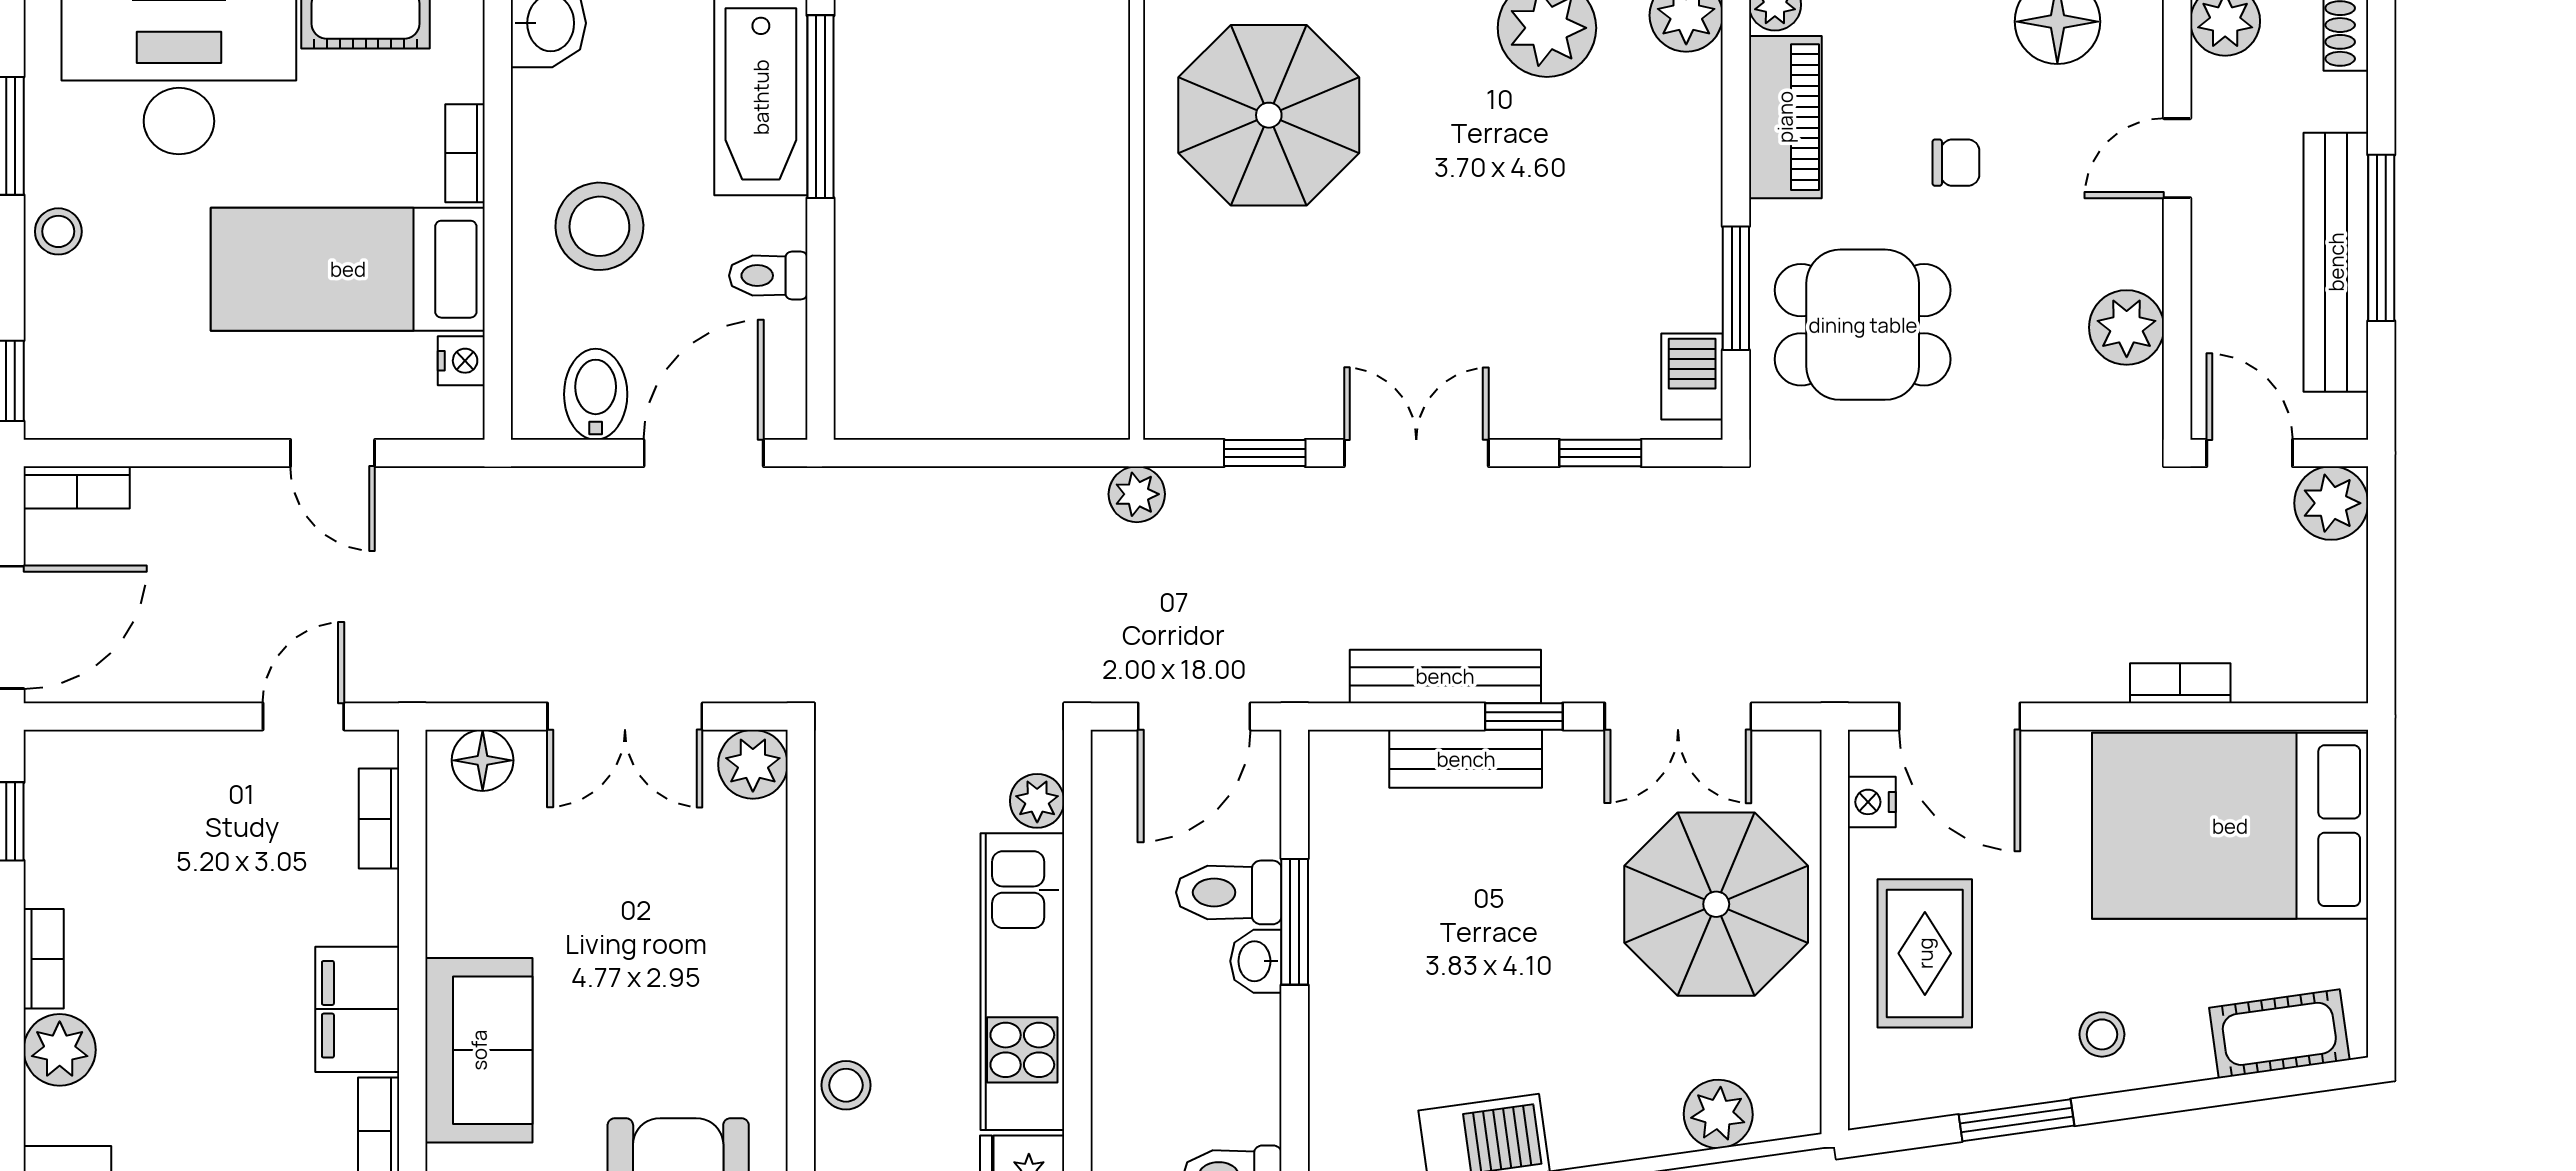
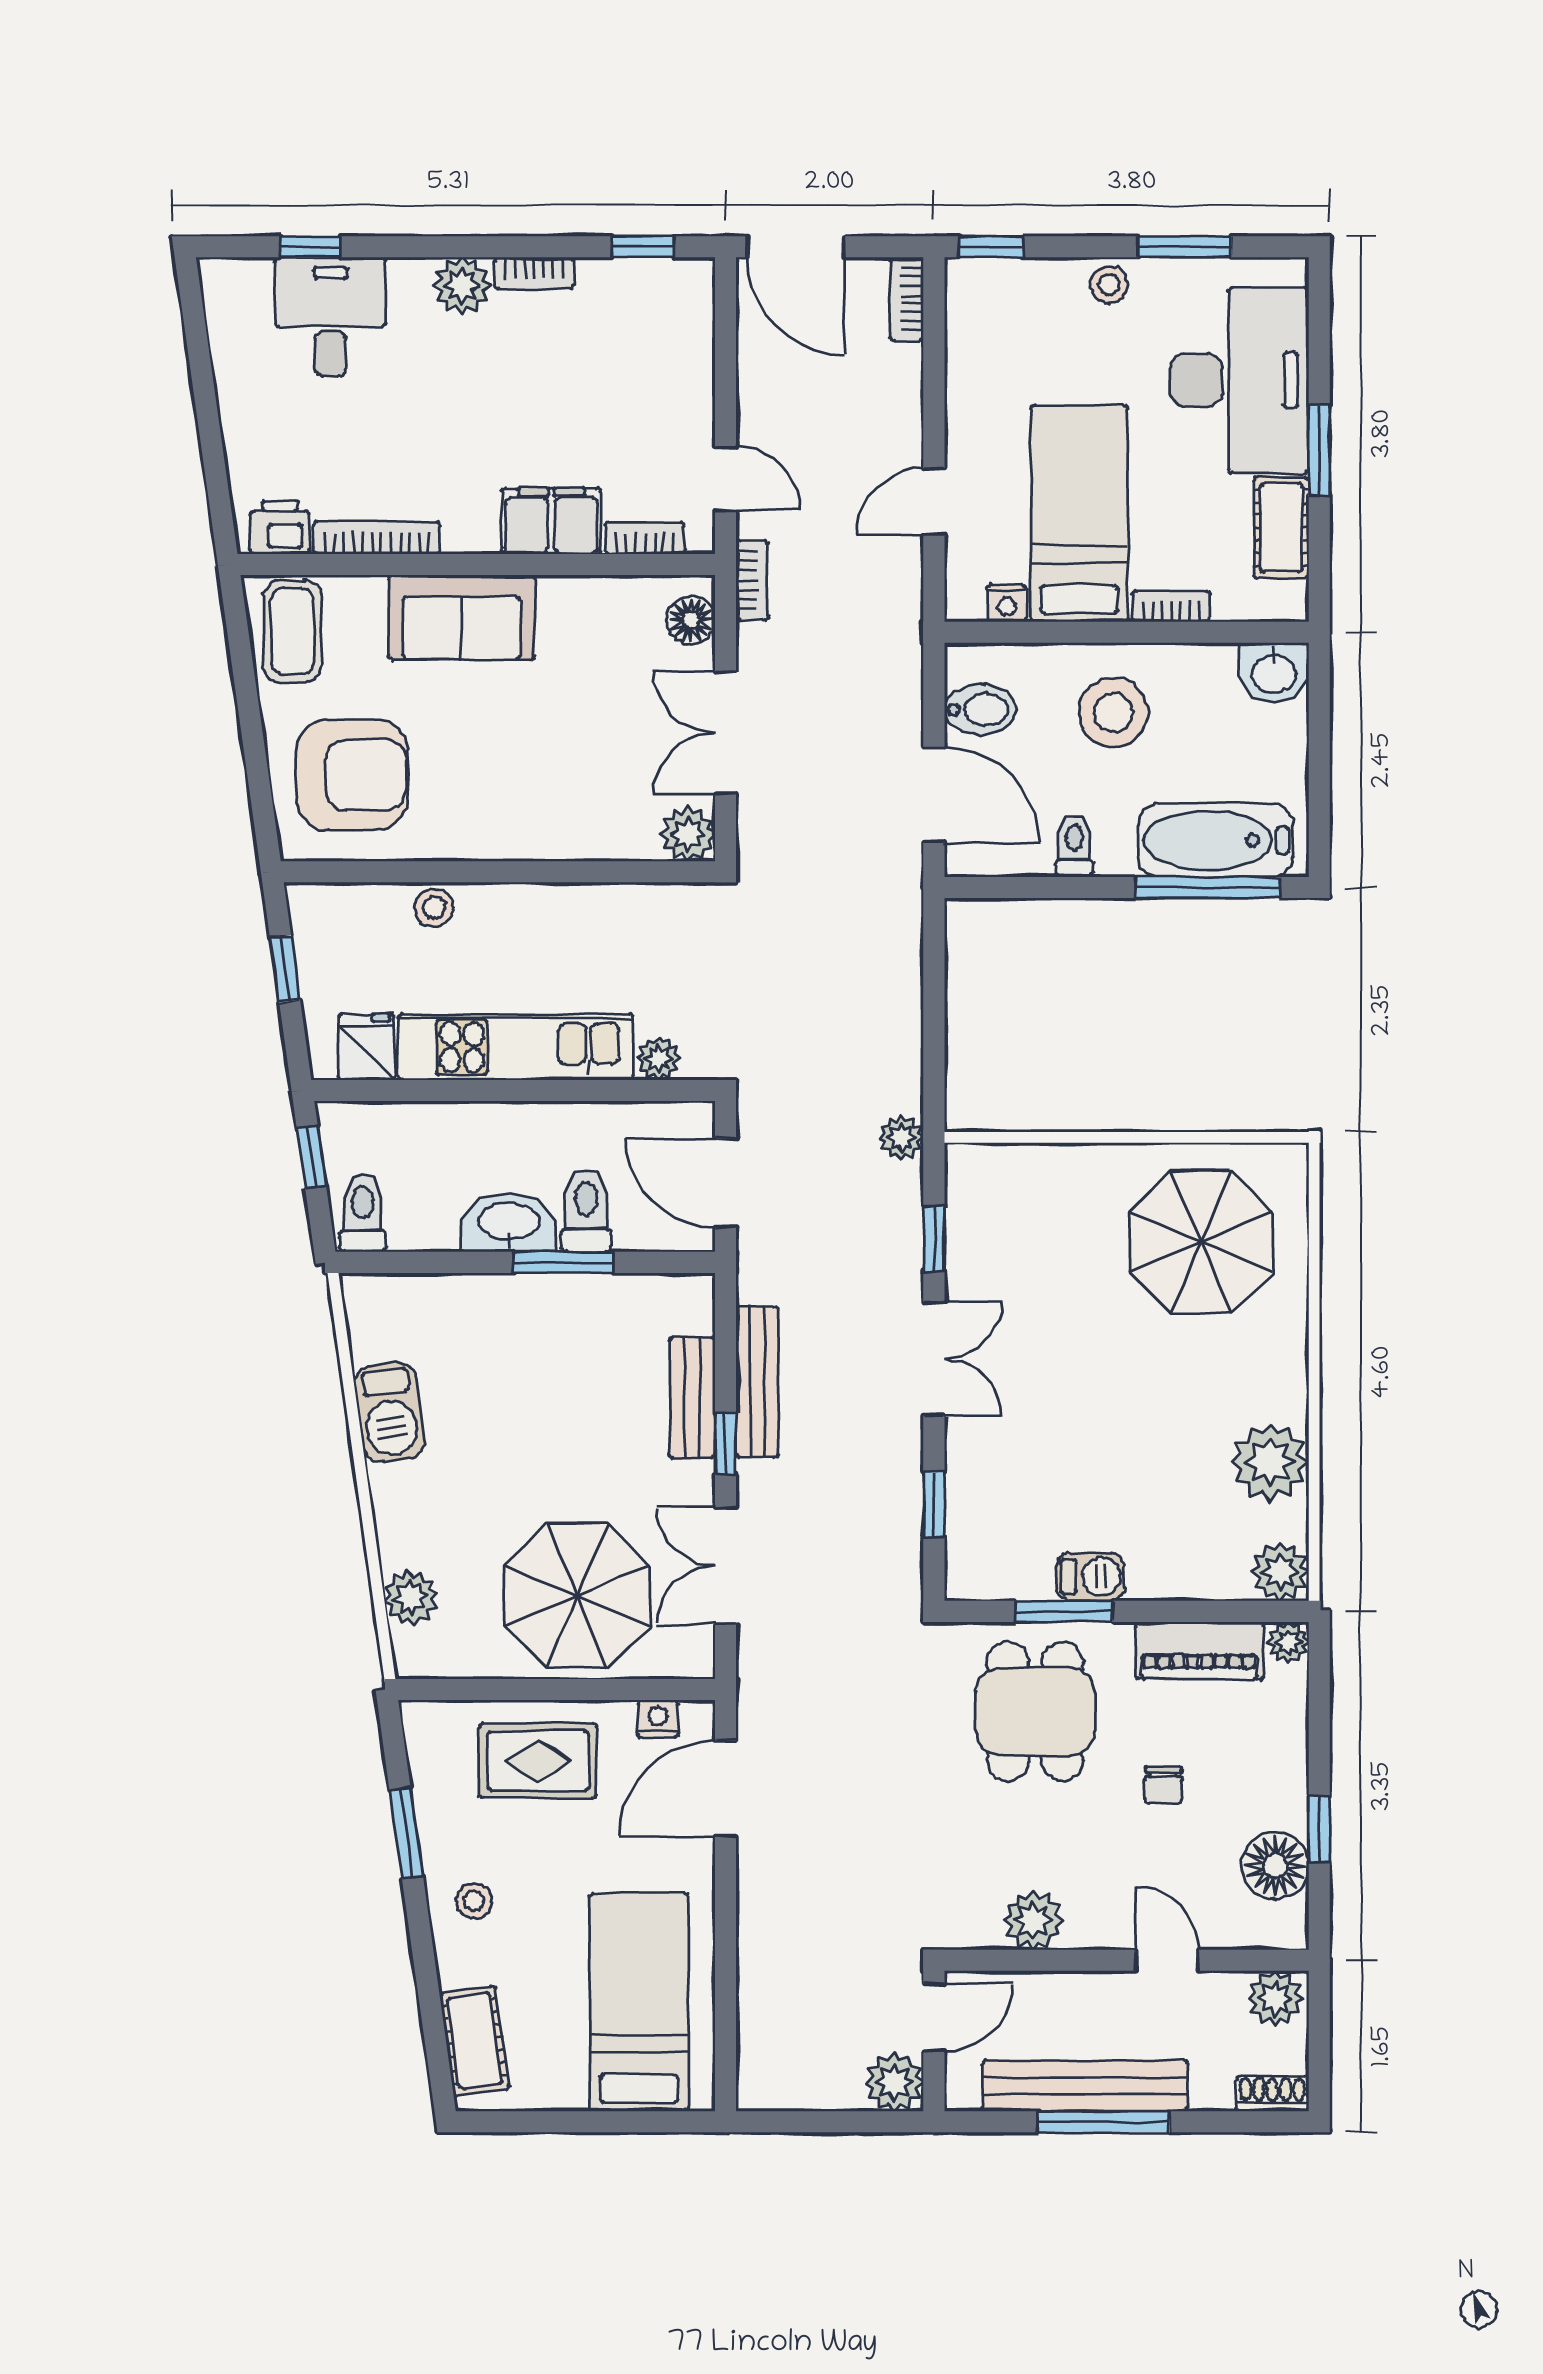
barbecue: (1692, 376) -> (1090, 1577), moved
bookcase: (2180, 683) -> (752, 580), moved
bed: (2230, 826) -> (639, 2002), width x0.67
washbasin: (1256, 961) -> (509, 1223), width x1.91, depth x1.45
filing cabinet: (357, 1009) -> (551, 521), moved

